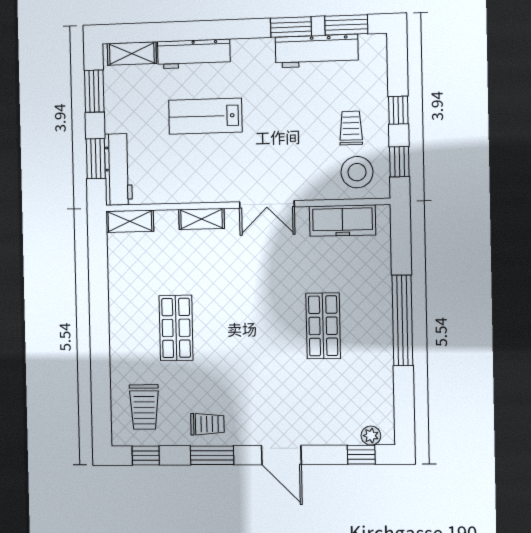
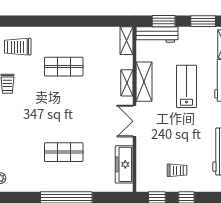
stool: (357, 172) -> (152, 173), removed
shelving: (199, 190) -> (144, 82), added

